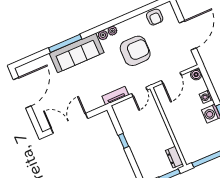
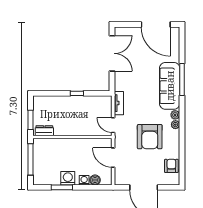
armchair: (155, 17) -> (171, 166), turned 90
boiler: (196, 75) -> (95, 180), moved

